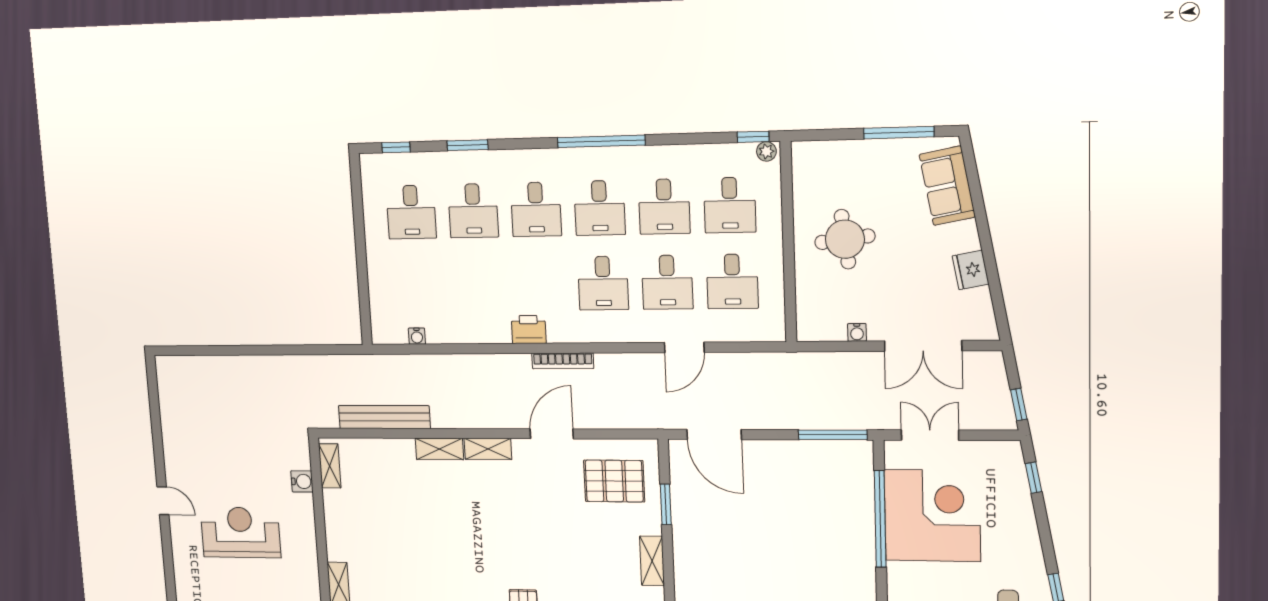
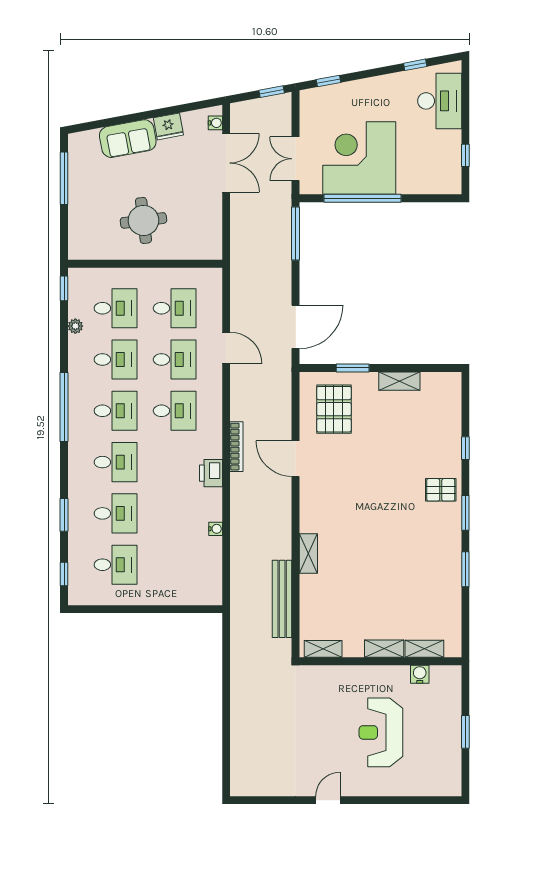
plant: (766, 151) -> (75, 326), moved
sofa: (947, 186) -> (128, 139), moved
water cooler: (857, 332) -> (215, 123), moved
water cooler: (417, 336) -> (216, 529), moved
shelving: (488, 449) -> (384, 649), moved, turned 90
water cooler: (302, 481) -> (420, 674), moved
door: (163, 501) -> (328, 800), moved

